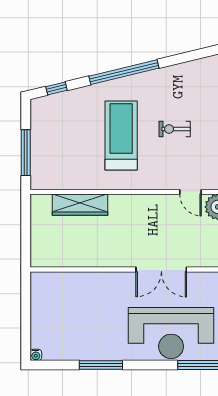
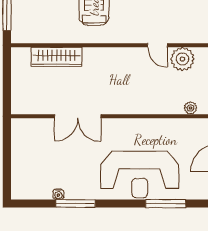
double door: (161, 270) -> (78, 116), moved
water cooler: (36, 355) -> (58, 194), moved

